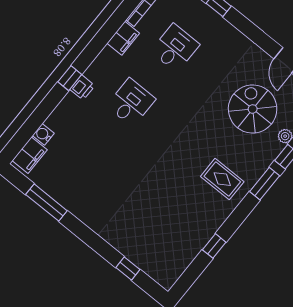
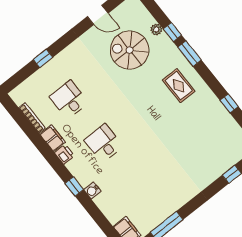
printer: (82, 87) -> (65, 154), moved
water cooler: (43, 134) -> (92, 190), moved
rug: (222, 179) -> (179, 86), turned 90

